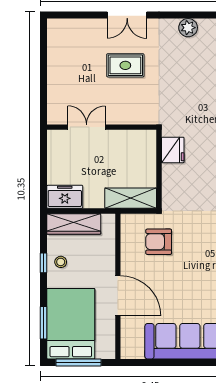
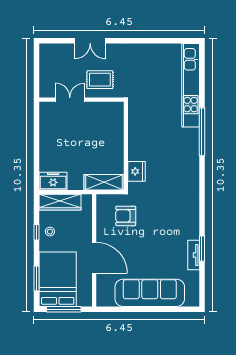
double door: (127, 15) -> (90, 41), moved
plant: (188, 28) -> (148, 50), removed
double door: (87, 127) -> (70, 100), moved
wall: (102, 127) -> (82, 100), moved
fridge: (173, 150) -> (137, 171), moved

